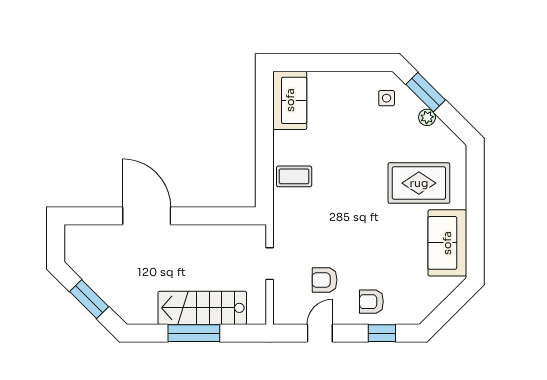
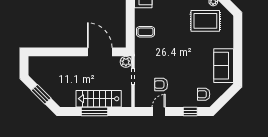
rug: (419, 183) -> (205, 21), moved
door: (147, 216) -> (100, 52), moved
plant: (255, 235) -> (126, 62), added
armchair: (371, 302) -> (204, 94), moved

